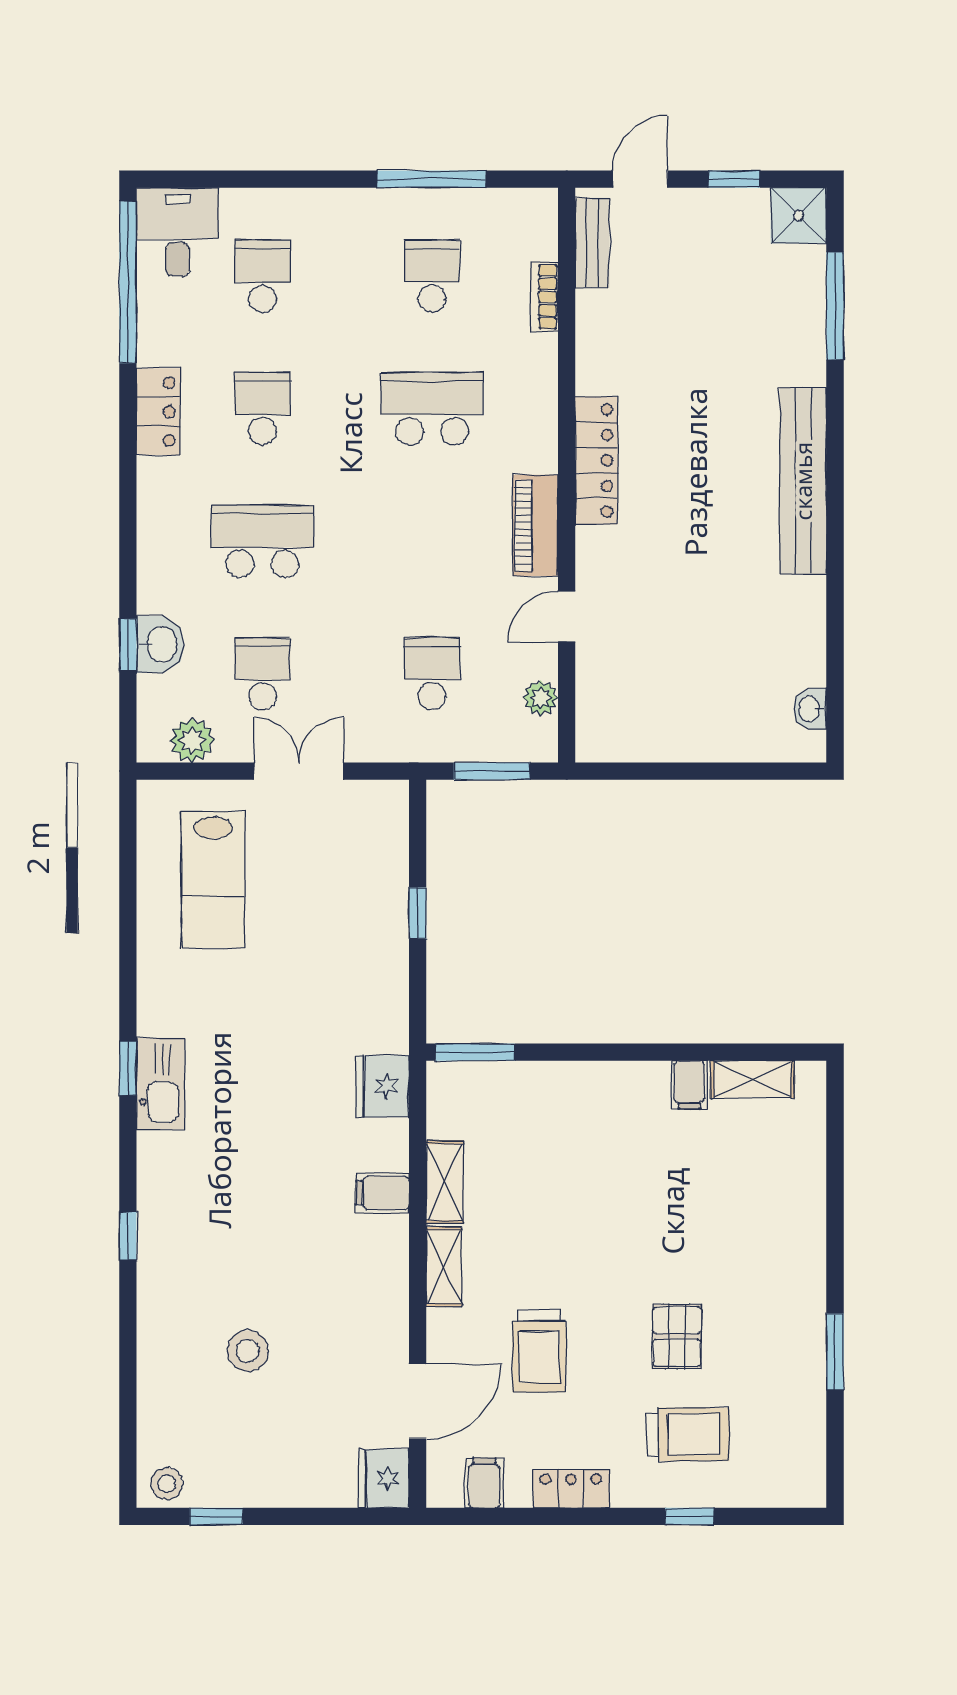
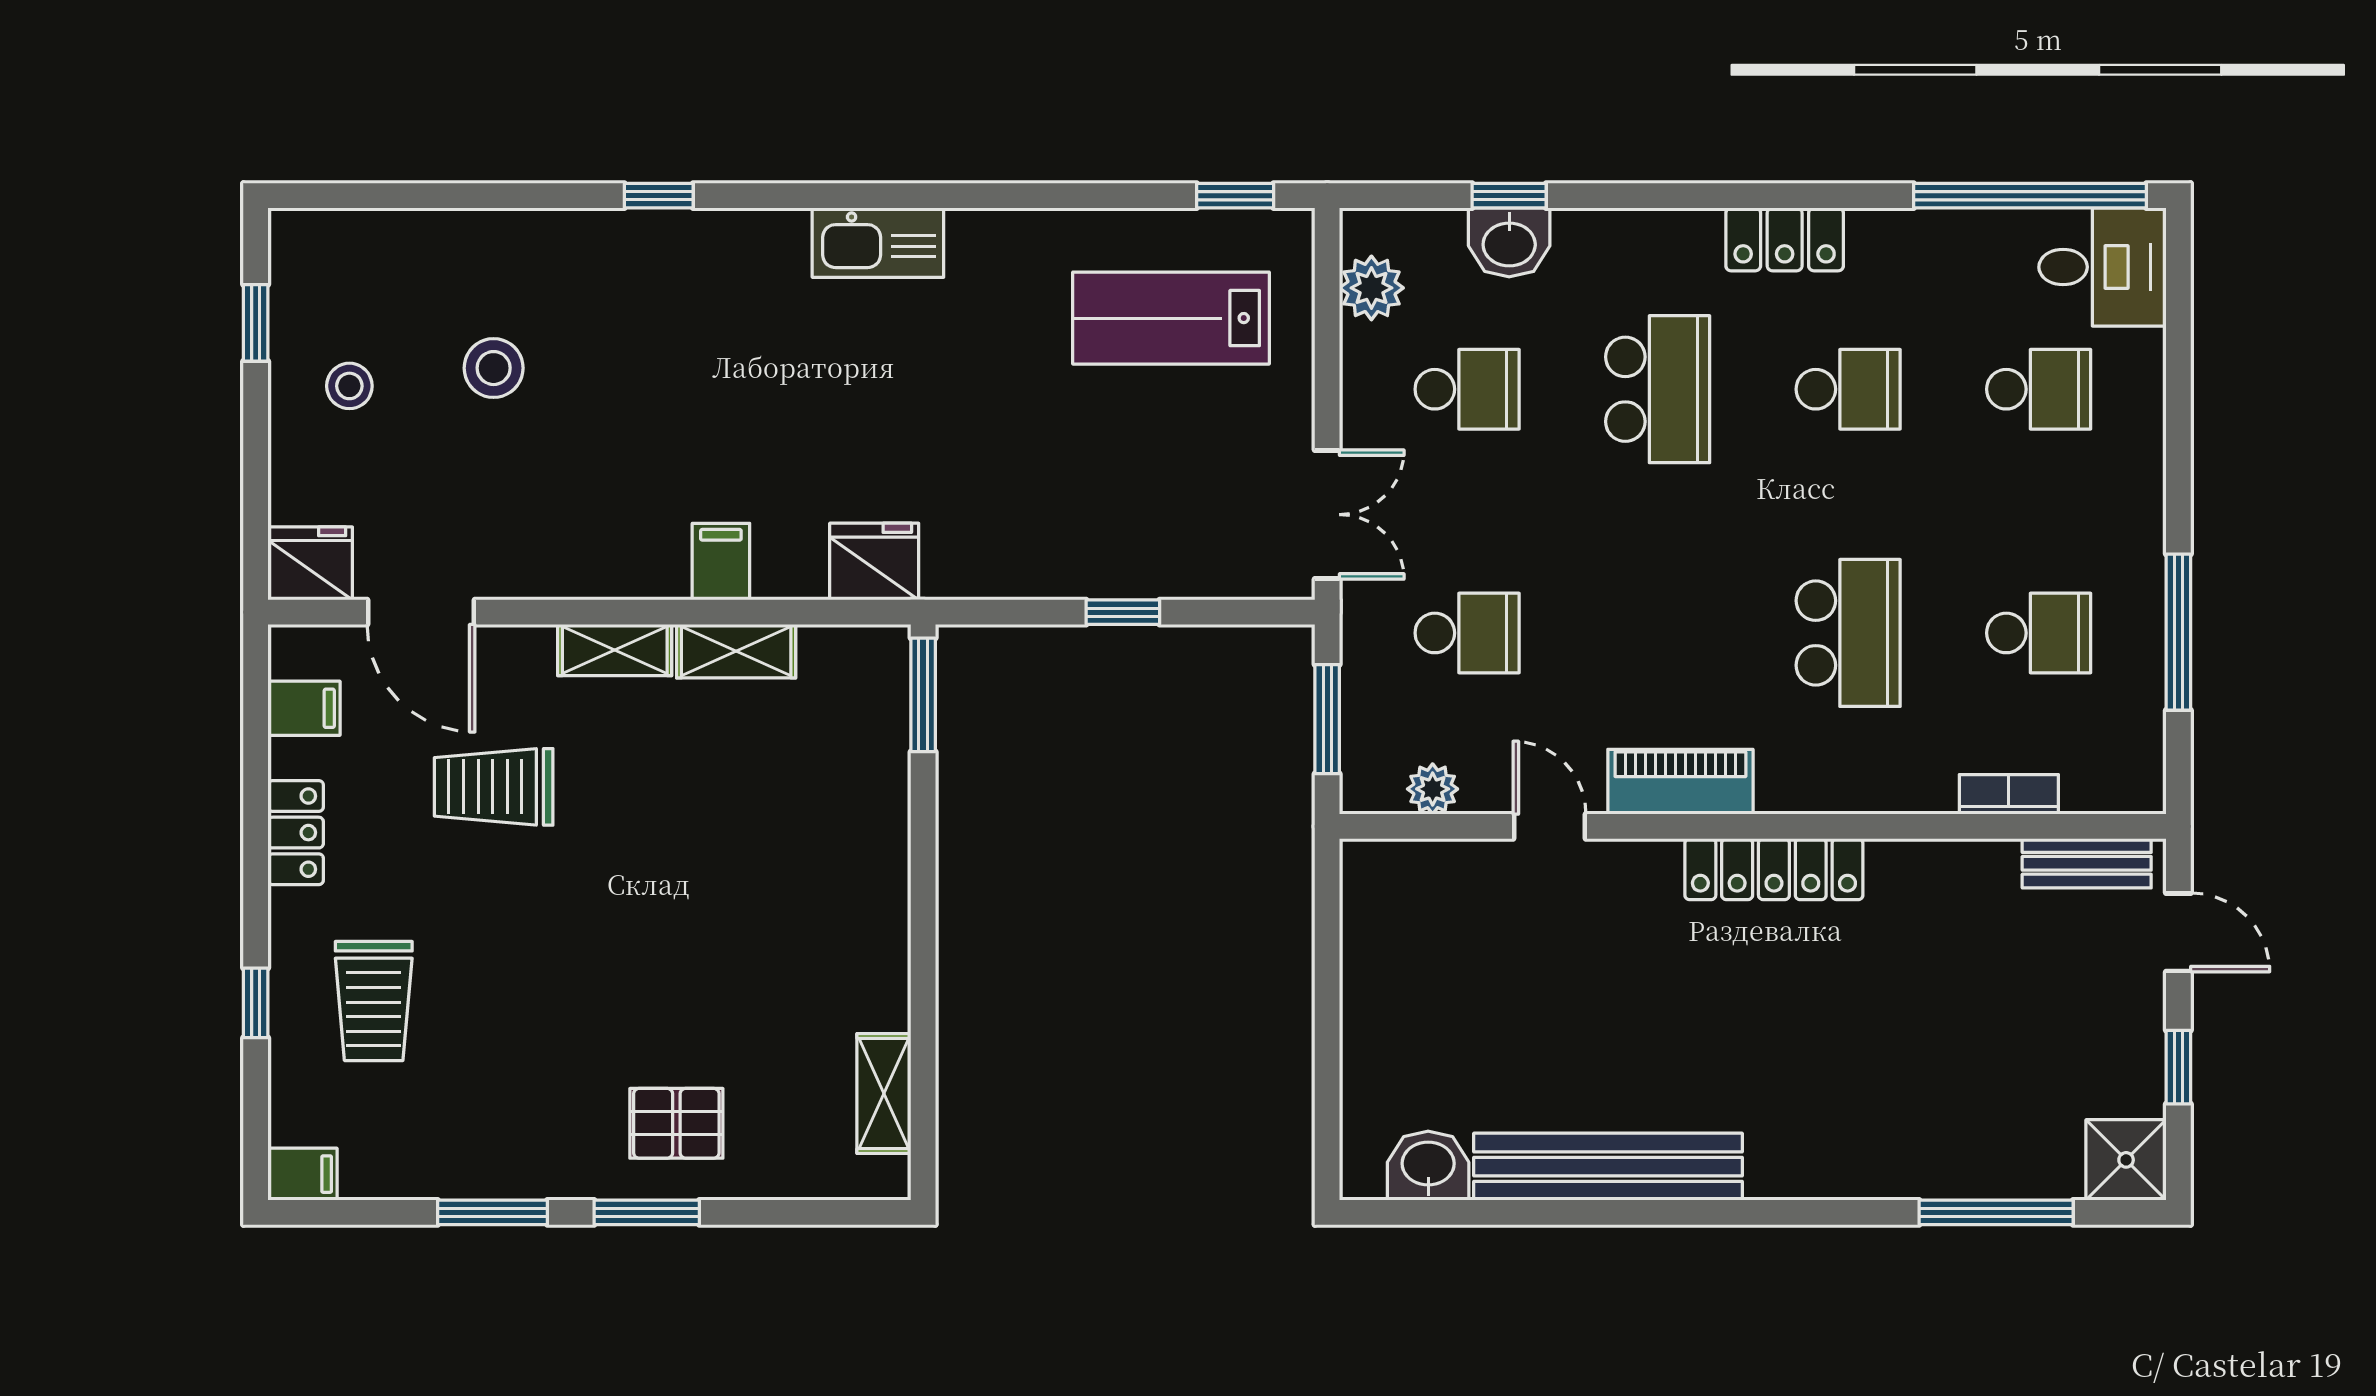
locker: (158, 412) -> (1785, 239), moved
bench: (803, 481) -> (1608, 1167), moved
washbasin: (810, 709) -> (1428, 1166), width x1.38, depth x1.45
double door: (299, 771) -> (1327, 515), moved
window: (128, 1068) -> (1235, 196), moved
filing cabinet: (689, 1085) -> (302, 1174), moved, turned 180
window: (835, 1244) -> (647, 1212), added
pallet: (677, 1336) -> (676, 1123), moved
stool: (167, 1484) -> (349, 386), moved

